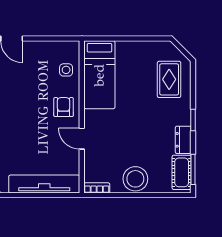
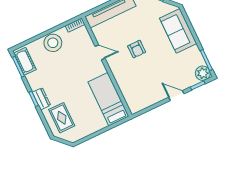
side table: (66, 70) -> (131, 92), removed
armchair: (64, 107) -> (137, 49), moved
dresser: (183, 140) -> (41, 99), moved

